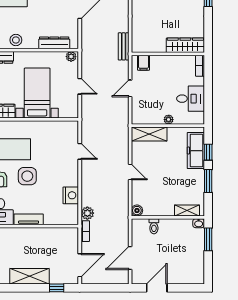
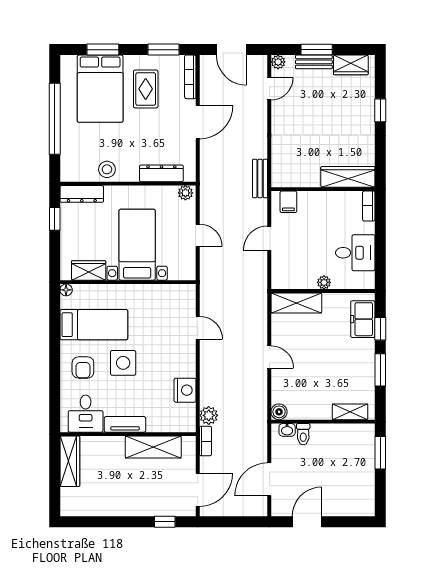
freezer: (196, 151) -> (363, 319), width x0.71
washbasin: (199, 223) -> (287, 430), moved
shelving: (29, 276) -> (153, 447), moved

